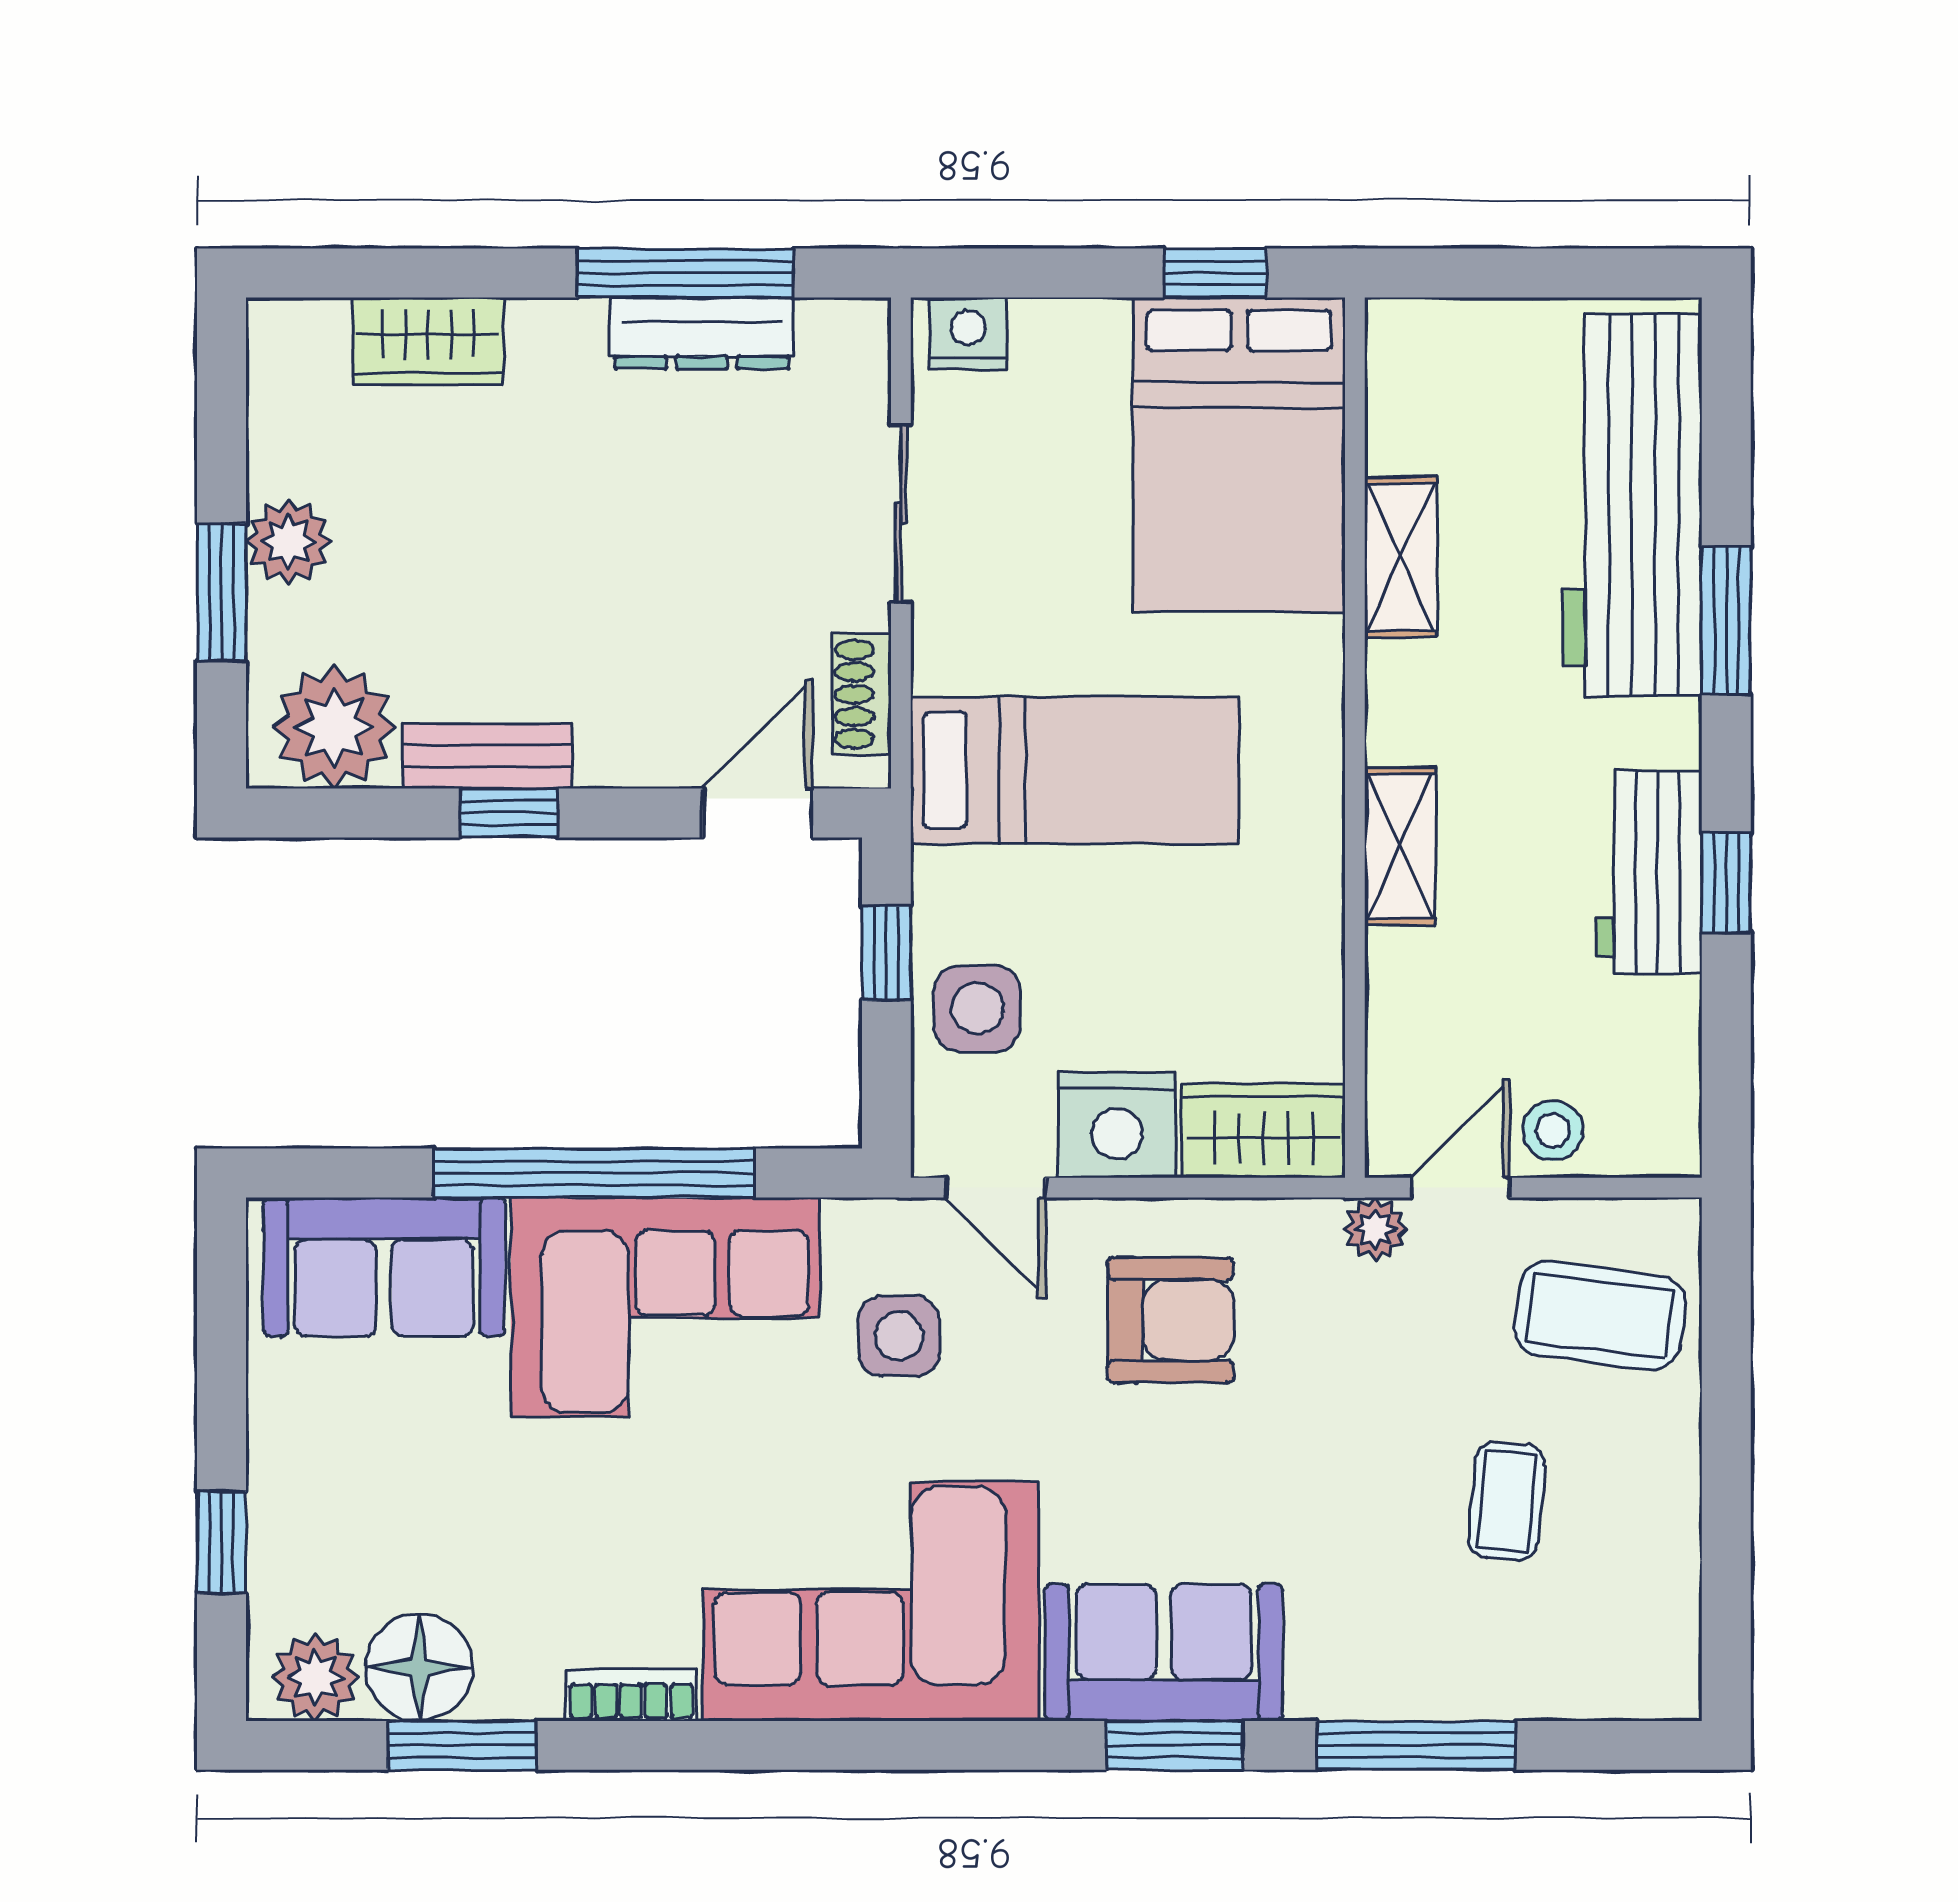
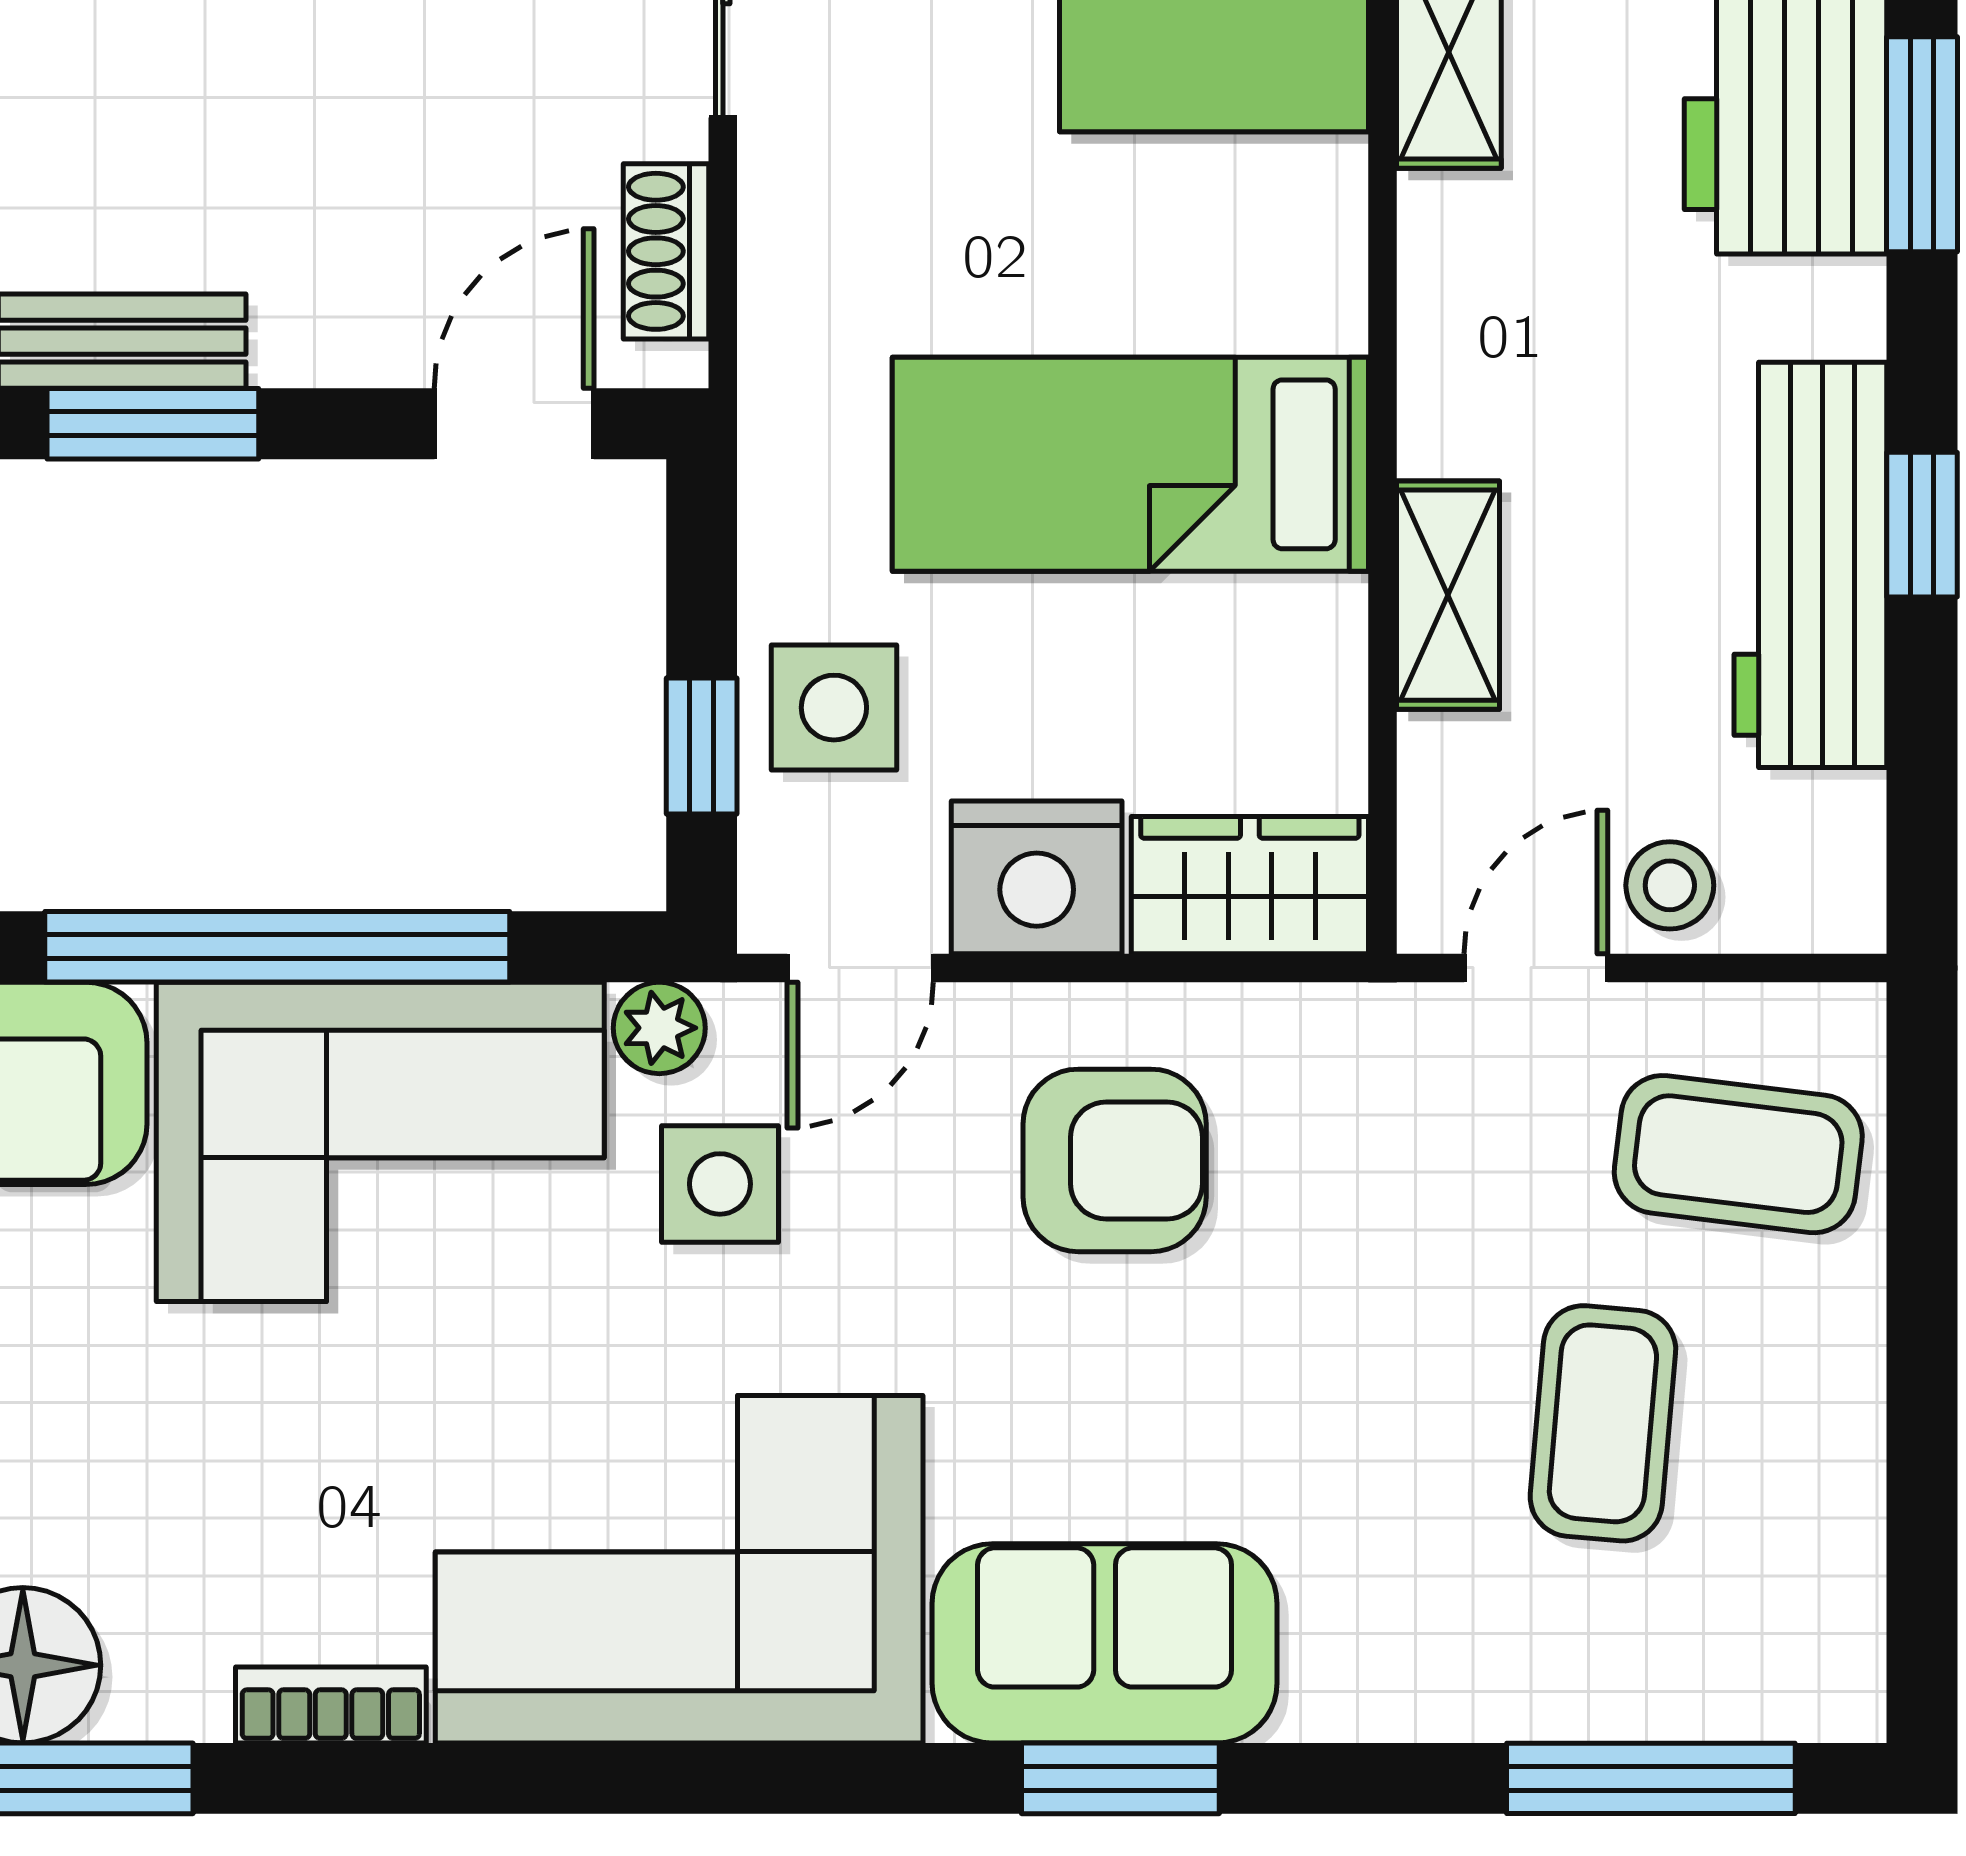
bed: (1074, 770) -> (1130, 464), moved, turned 180
window: (509, 813) -> (153, 424), width x1.50
shelving: (1400, 846) -> (1448, 595), moved
workbench: (1649, 872) -> (1810, 565), width x1.38
window: (886, 953) -> (702, 746), moved
door: (995, 1188) -> (860, 968), hinge flipped
plant: (1375, 1229) -> (659, 1028), moved
coffee table: (1507, 1501) -> (1603, 1423), width x1.36, depth x1.30
window: (1416, 1745) -> (1651, 1778), moved

